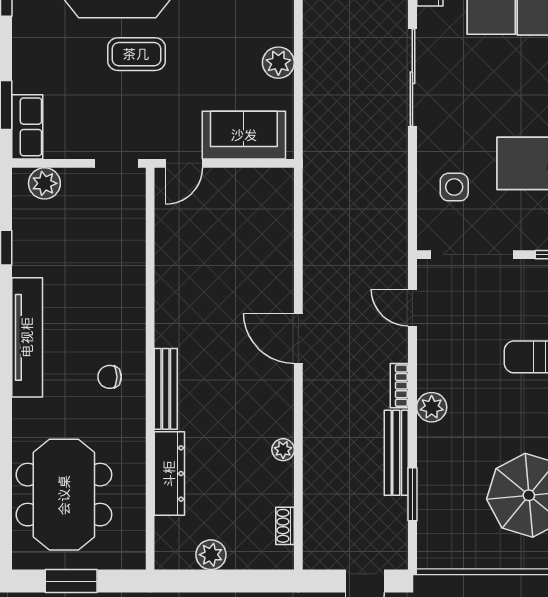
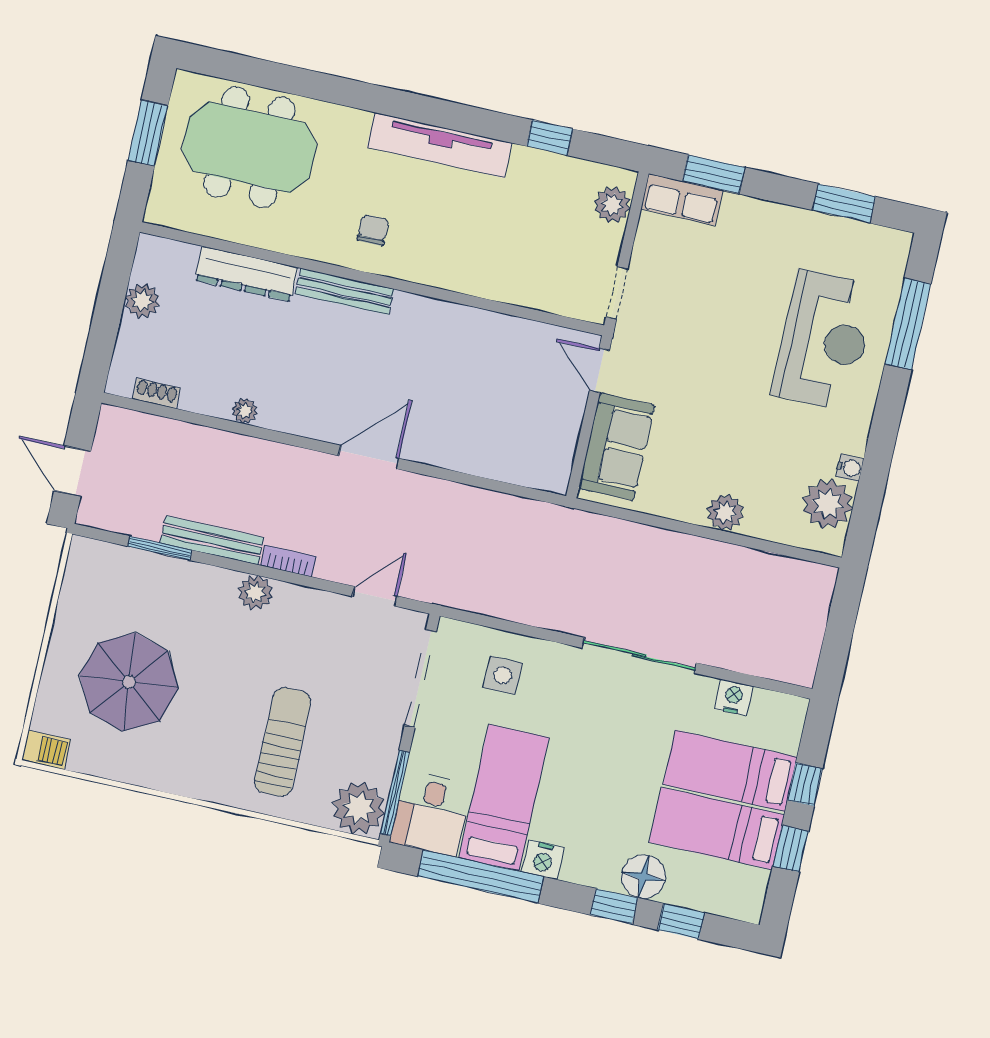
coffee table: (136, 54) -> (737, 344), removed
plant: (278, 63) -> (725, 513), moved

